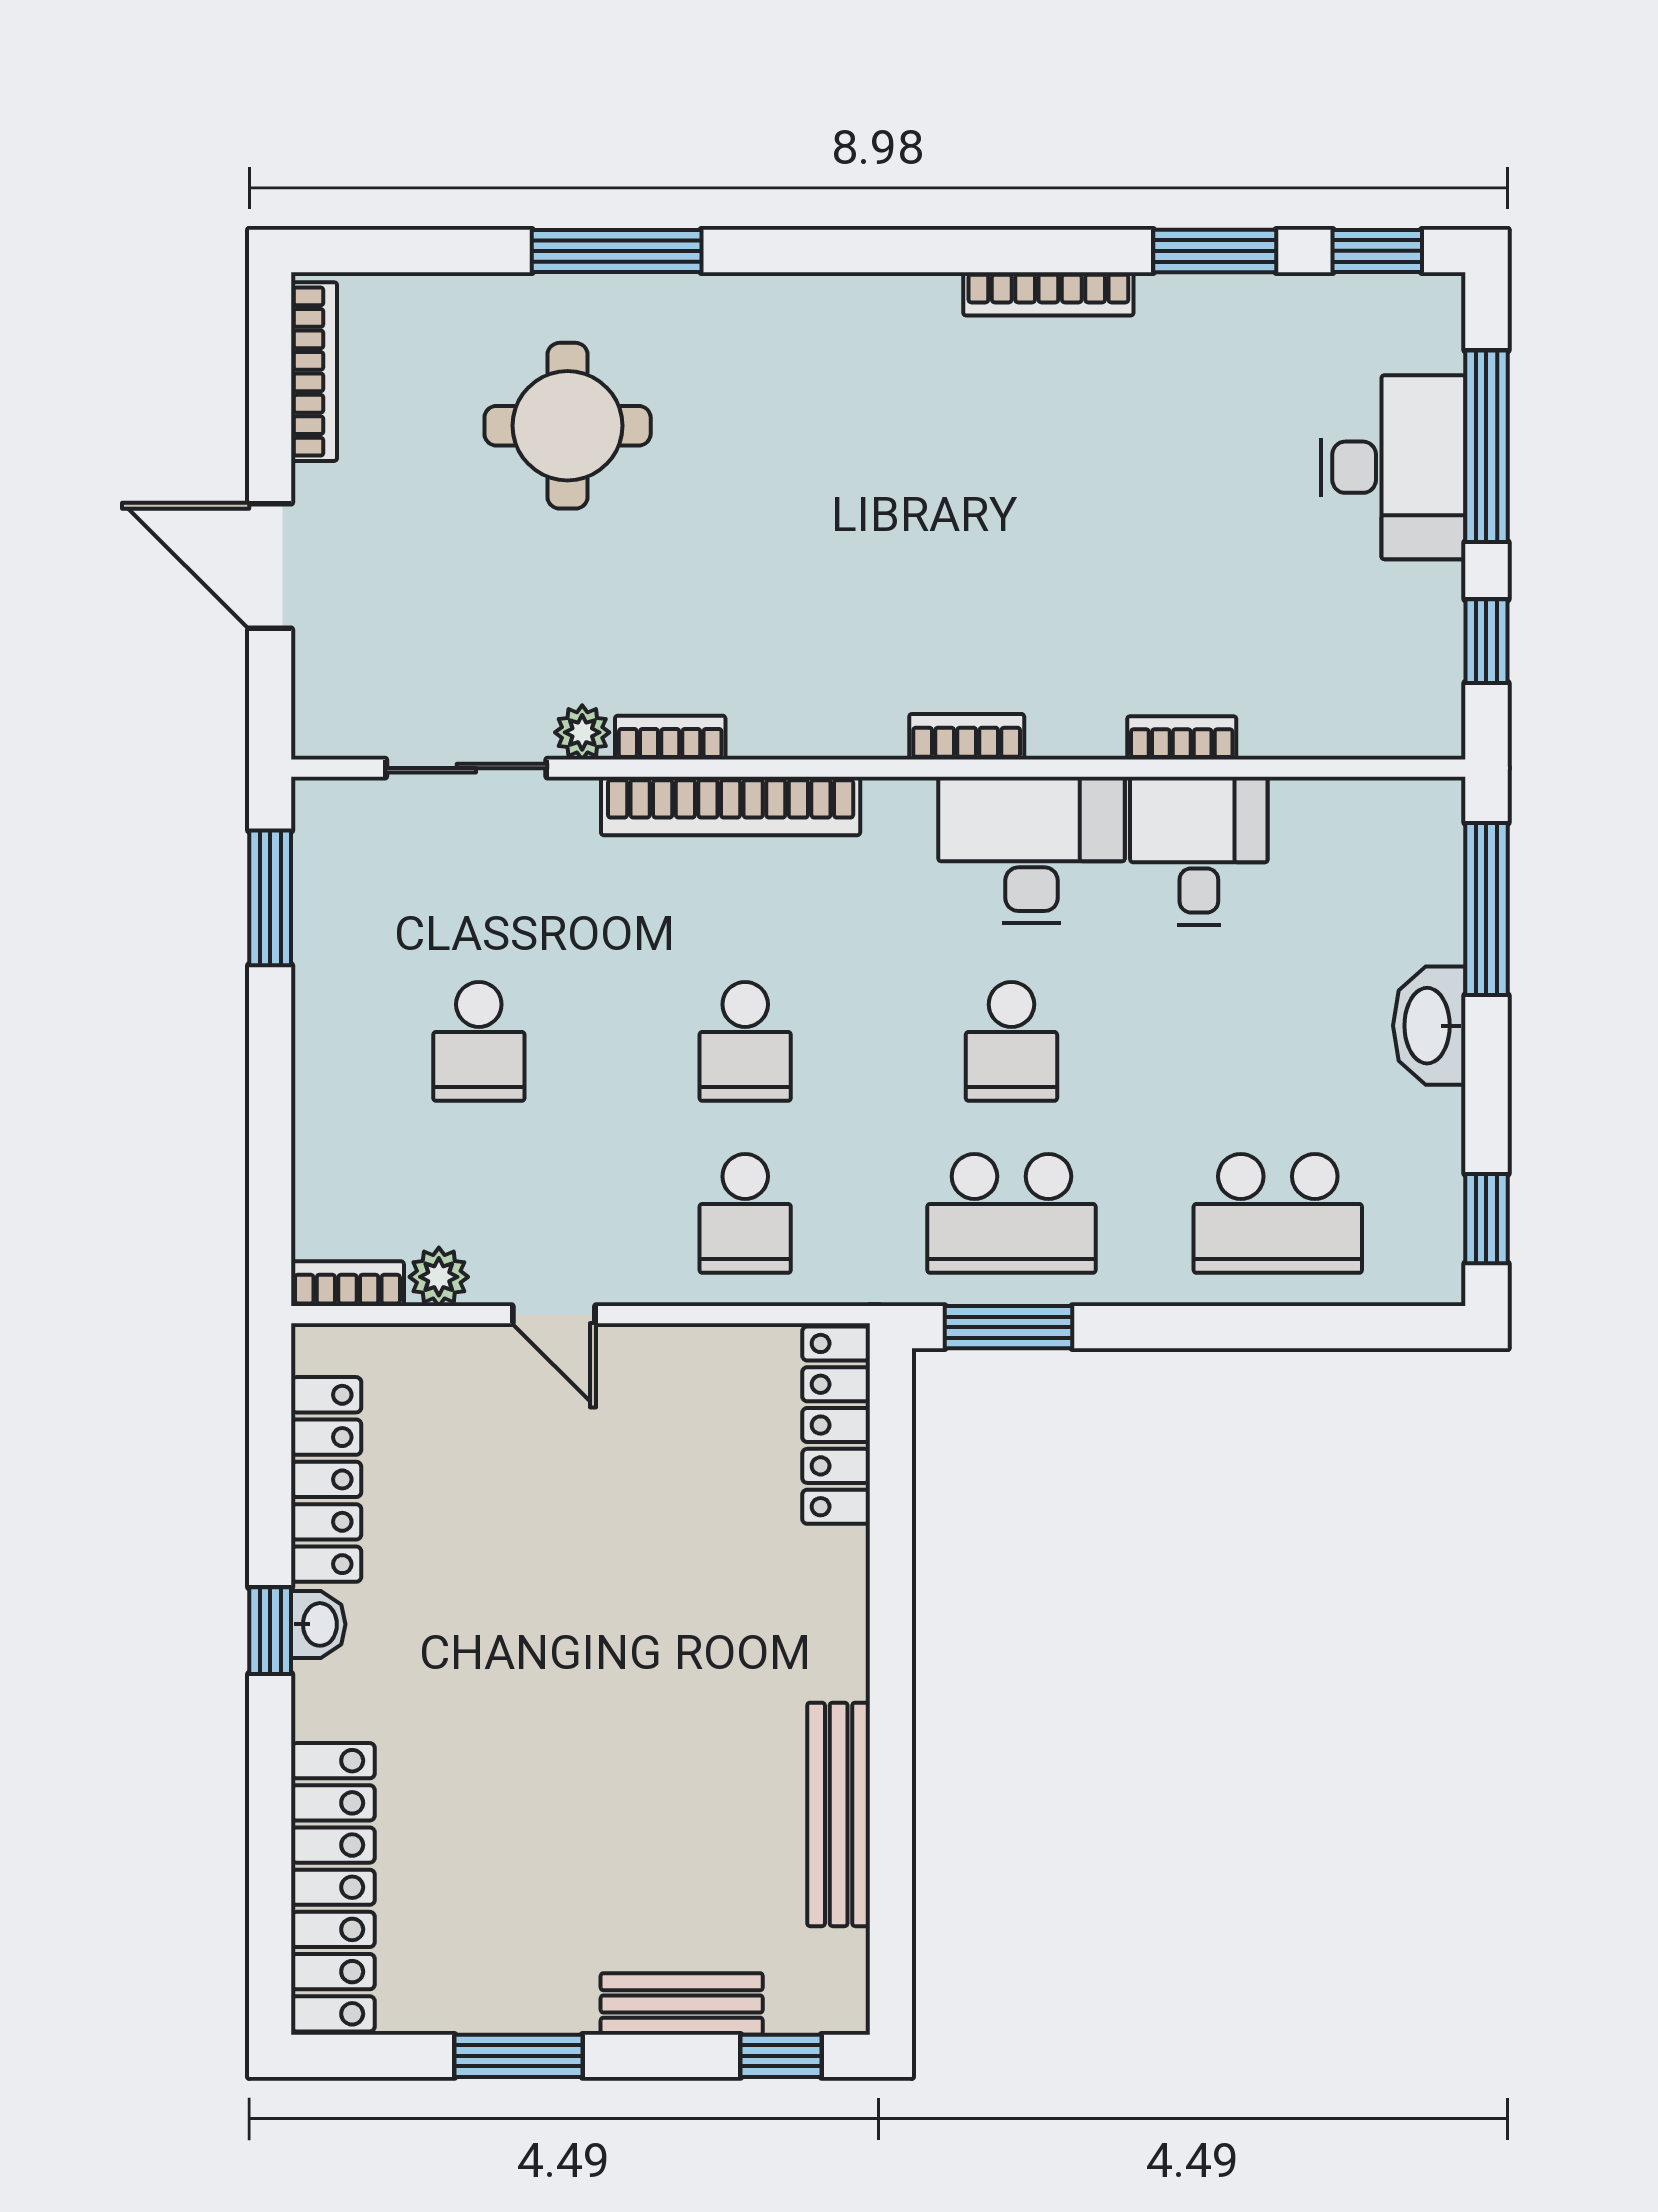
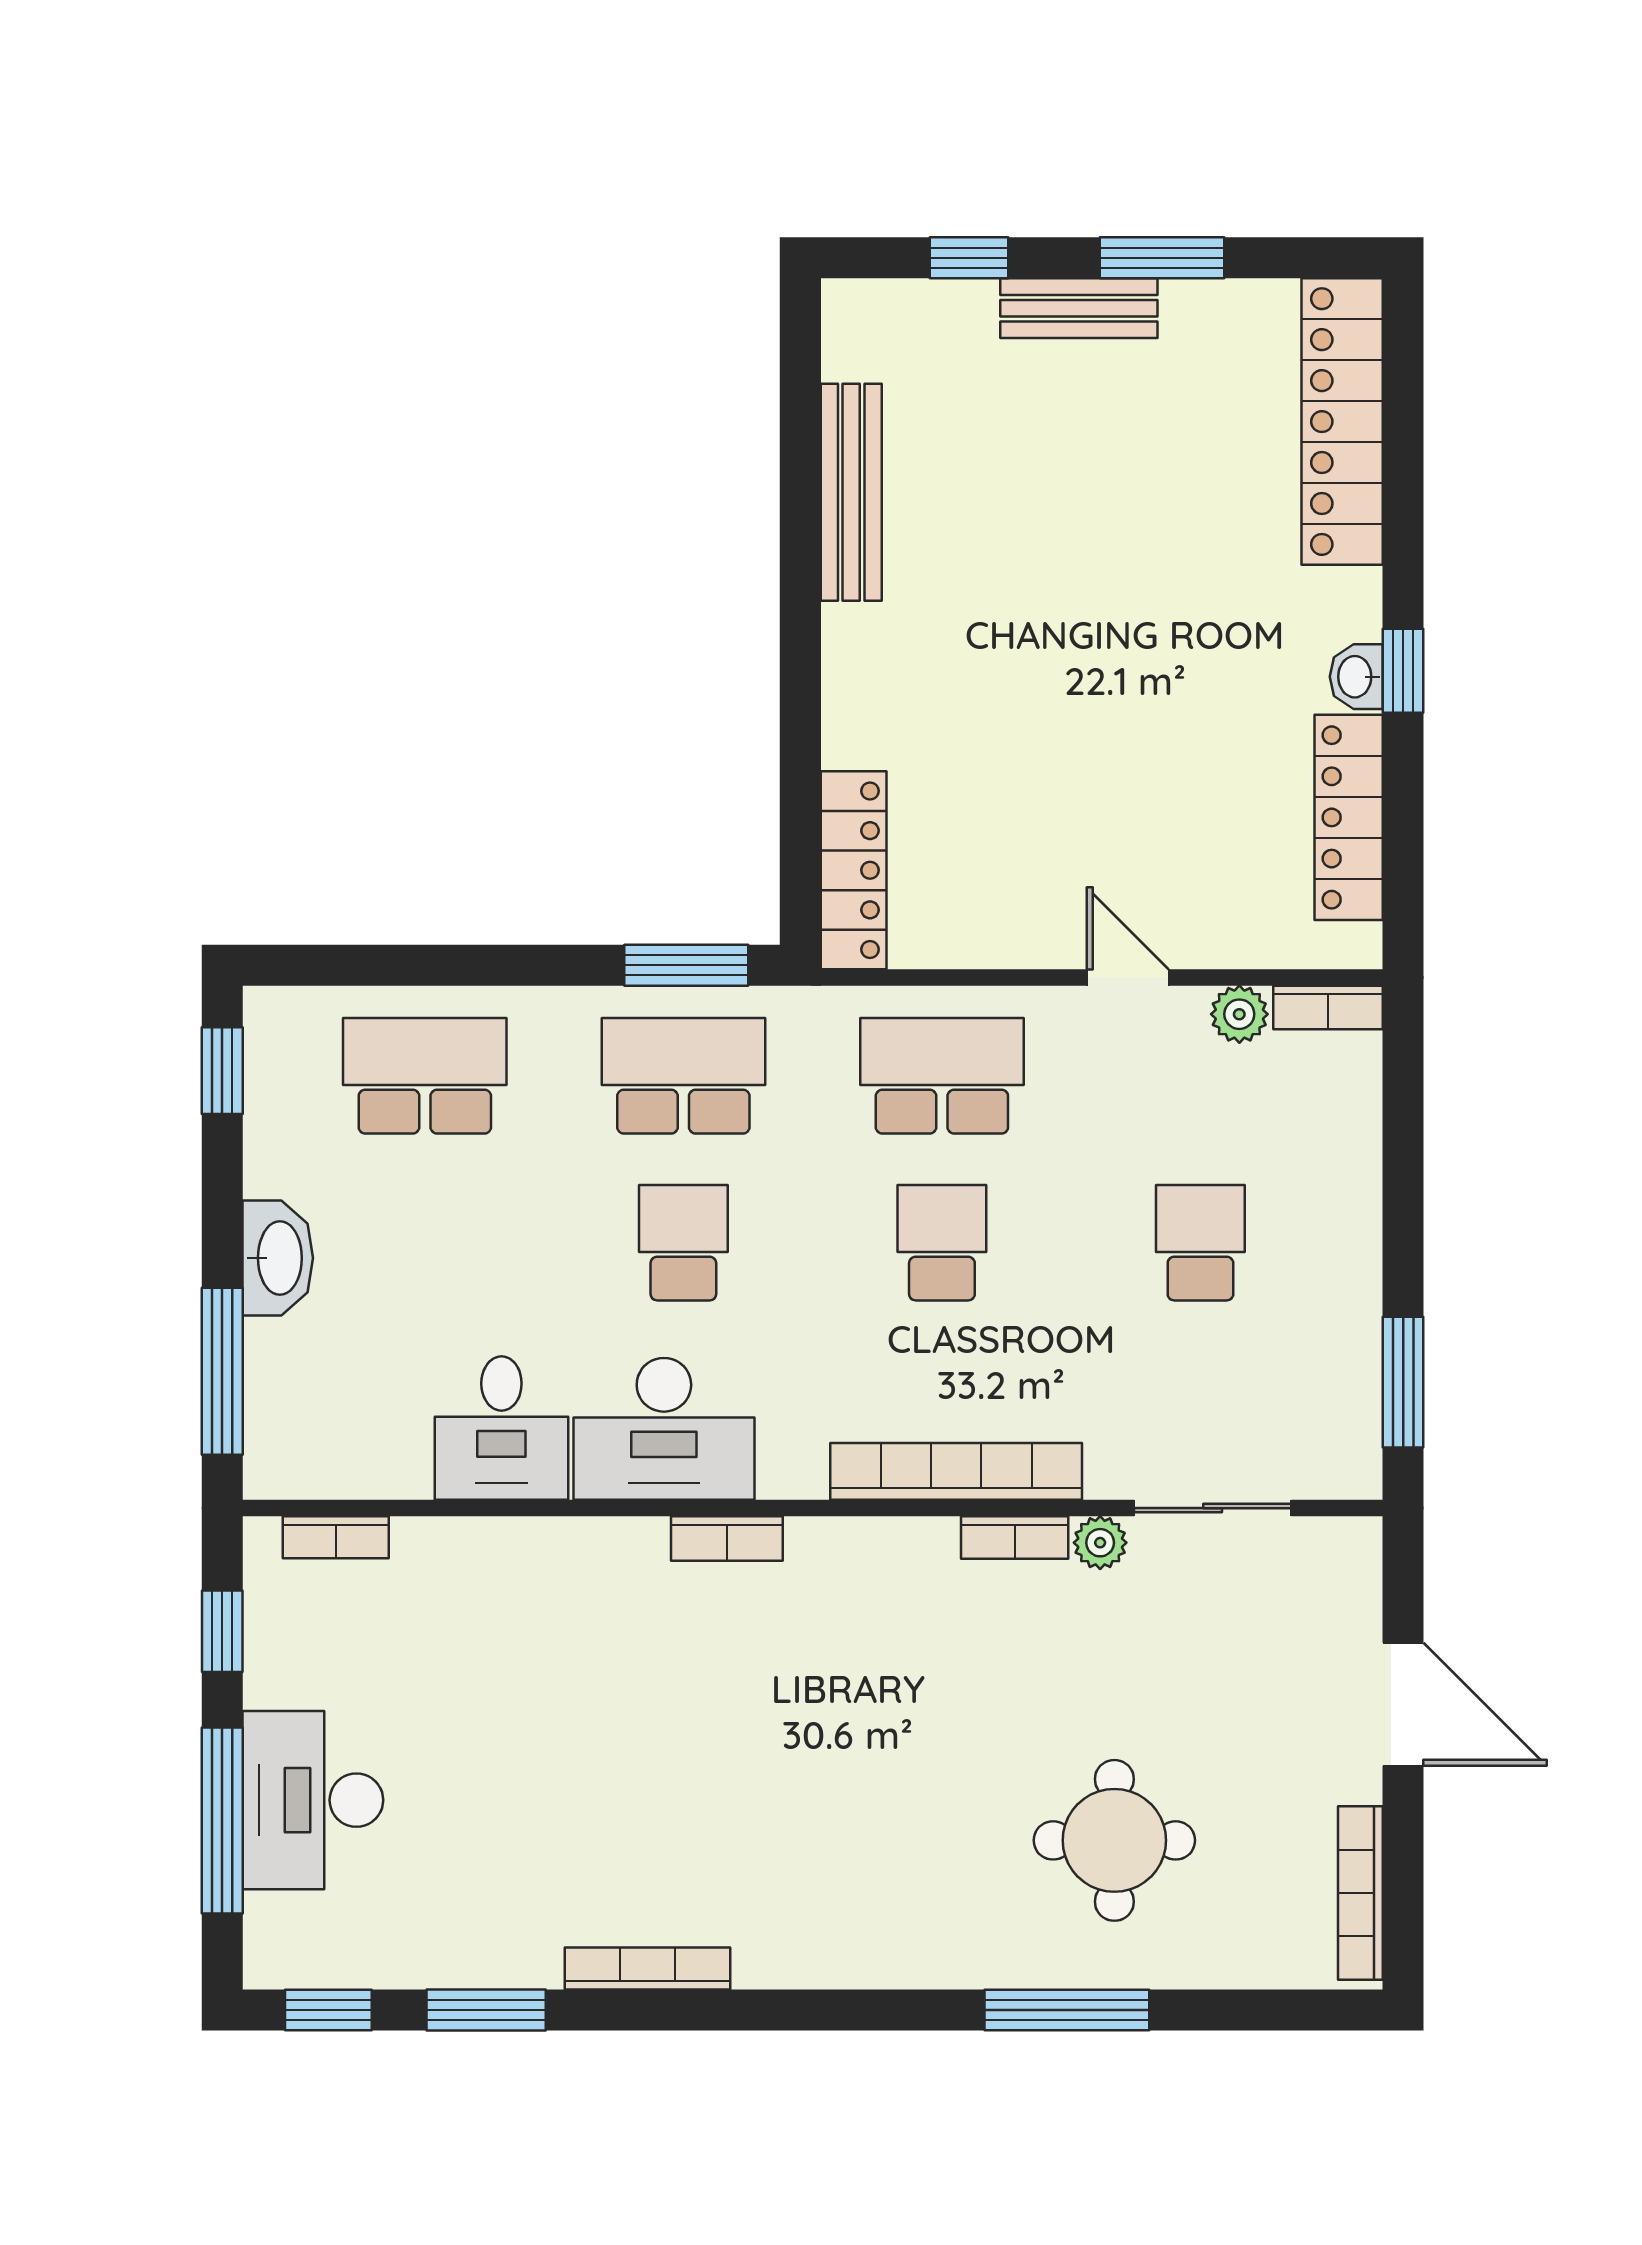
bookcase: (1182, 738) -> (336, 1537), moved
school desk: (745, 1213) -> (942, 1076), width x1.85
bench: (682, 2004) -> (1079, 308), moved
window: (781, 2056) -> (969, 258), moved

